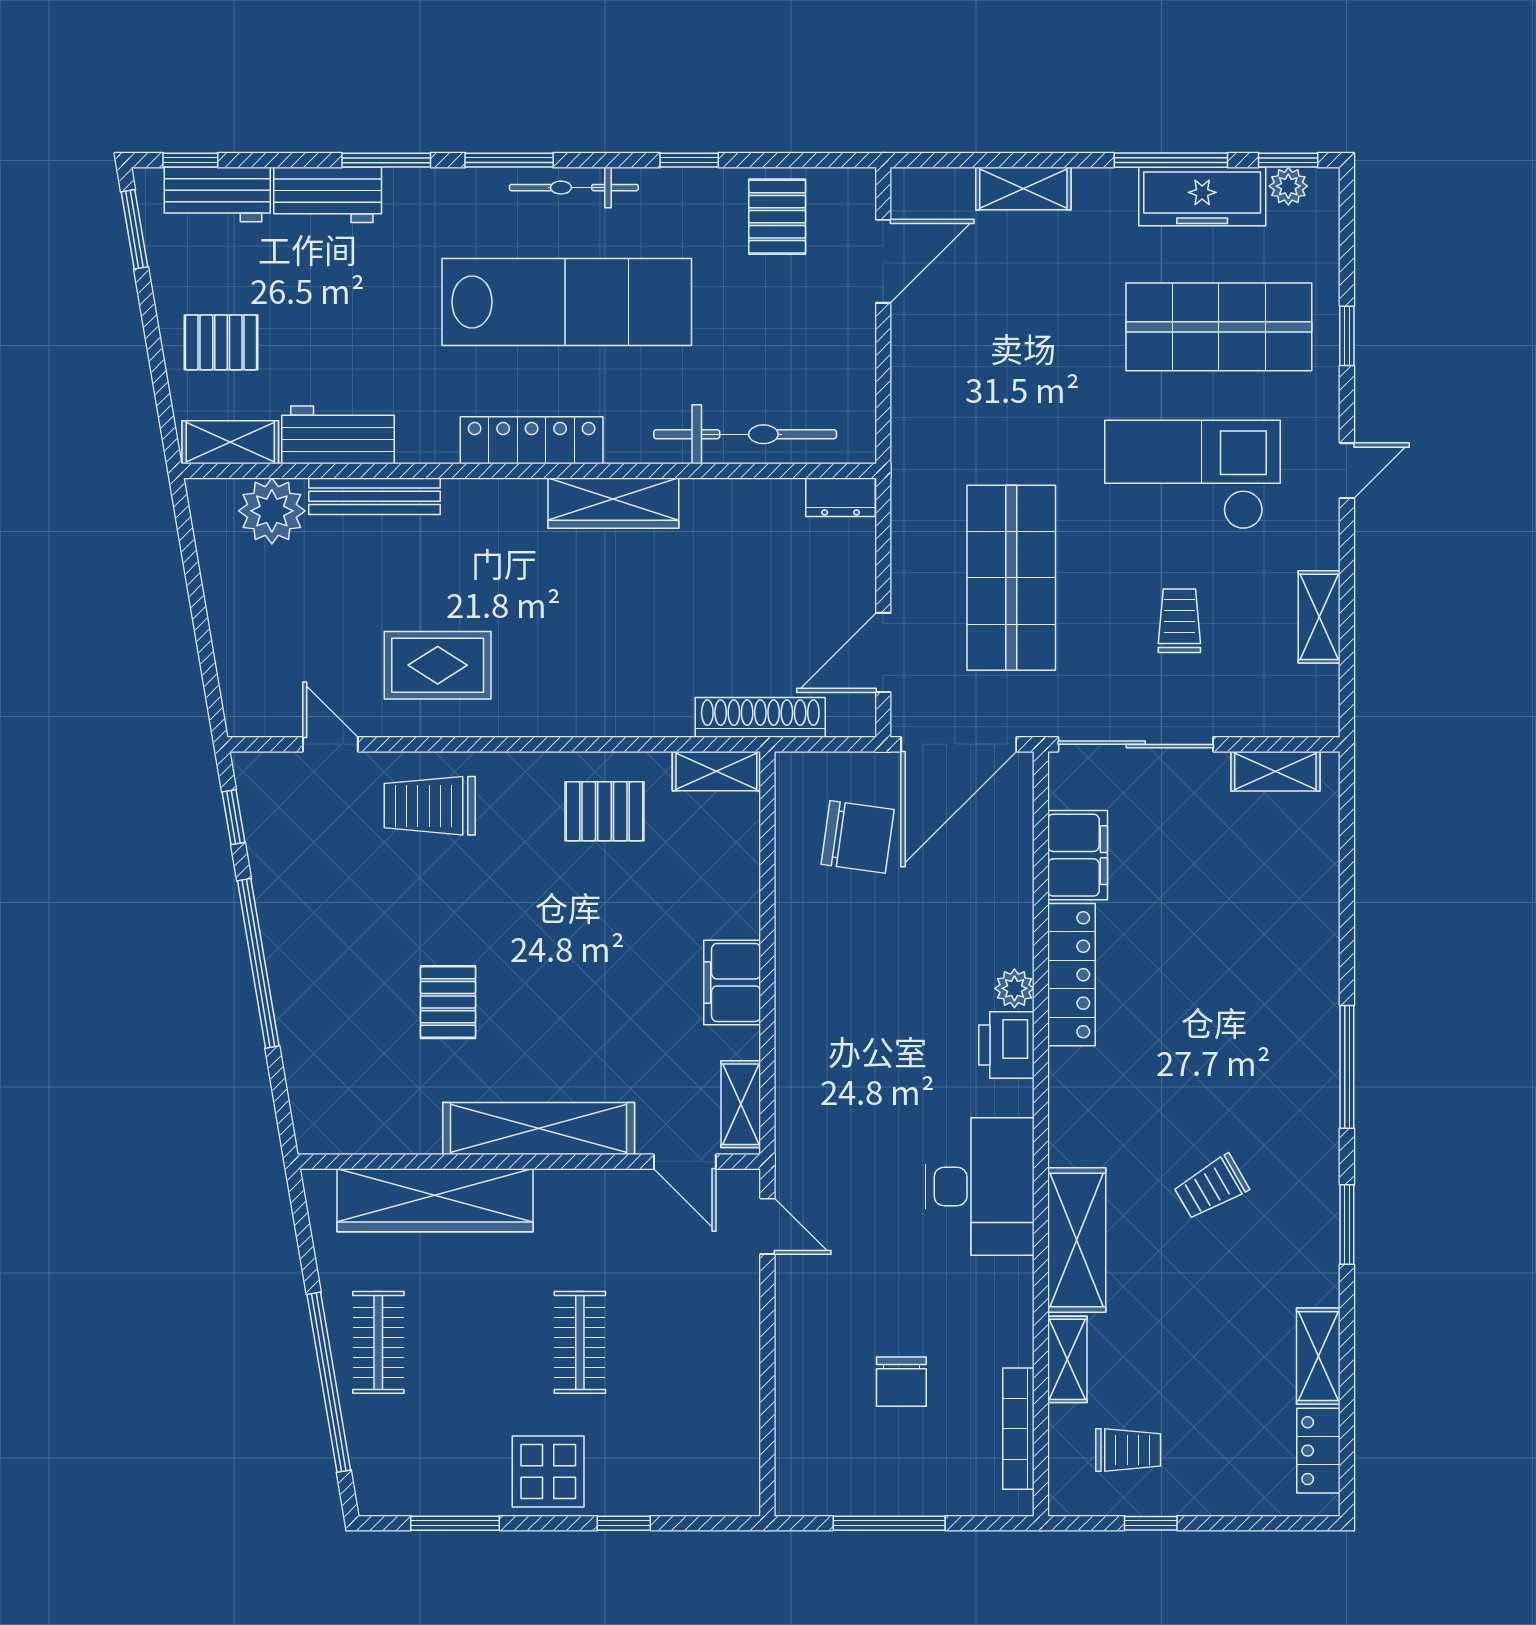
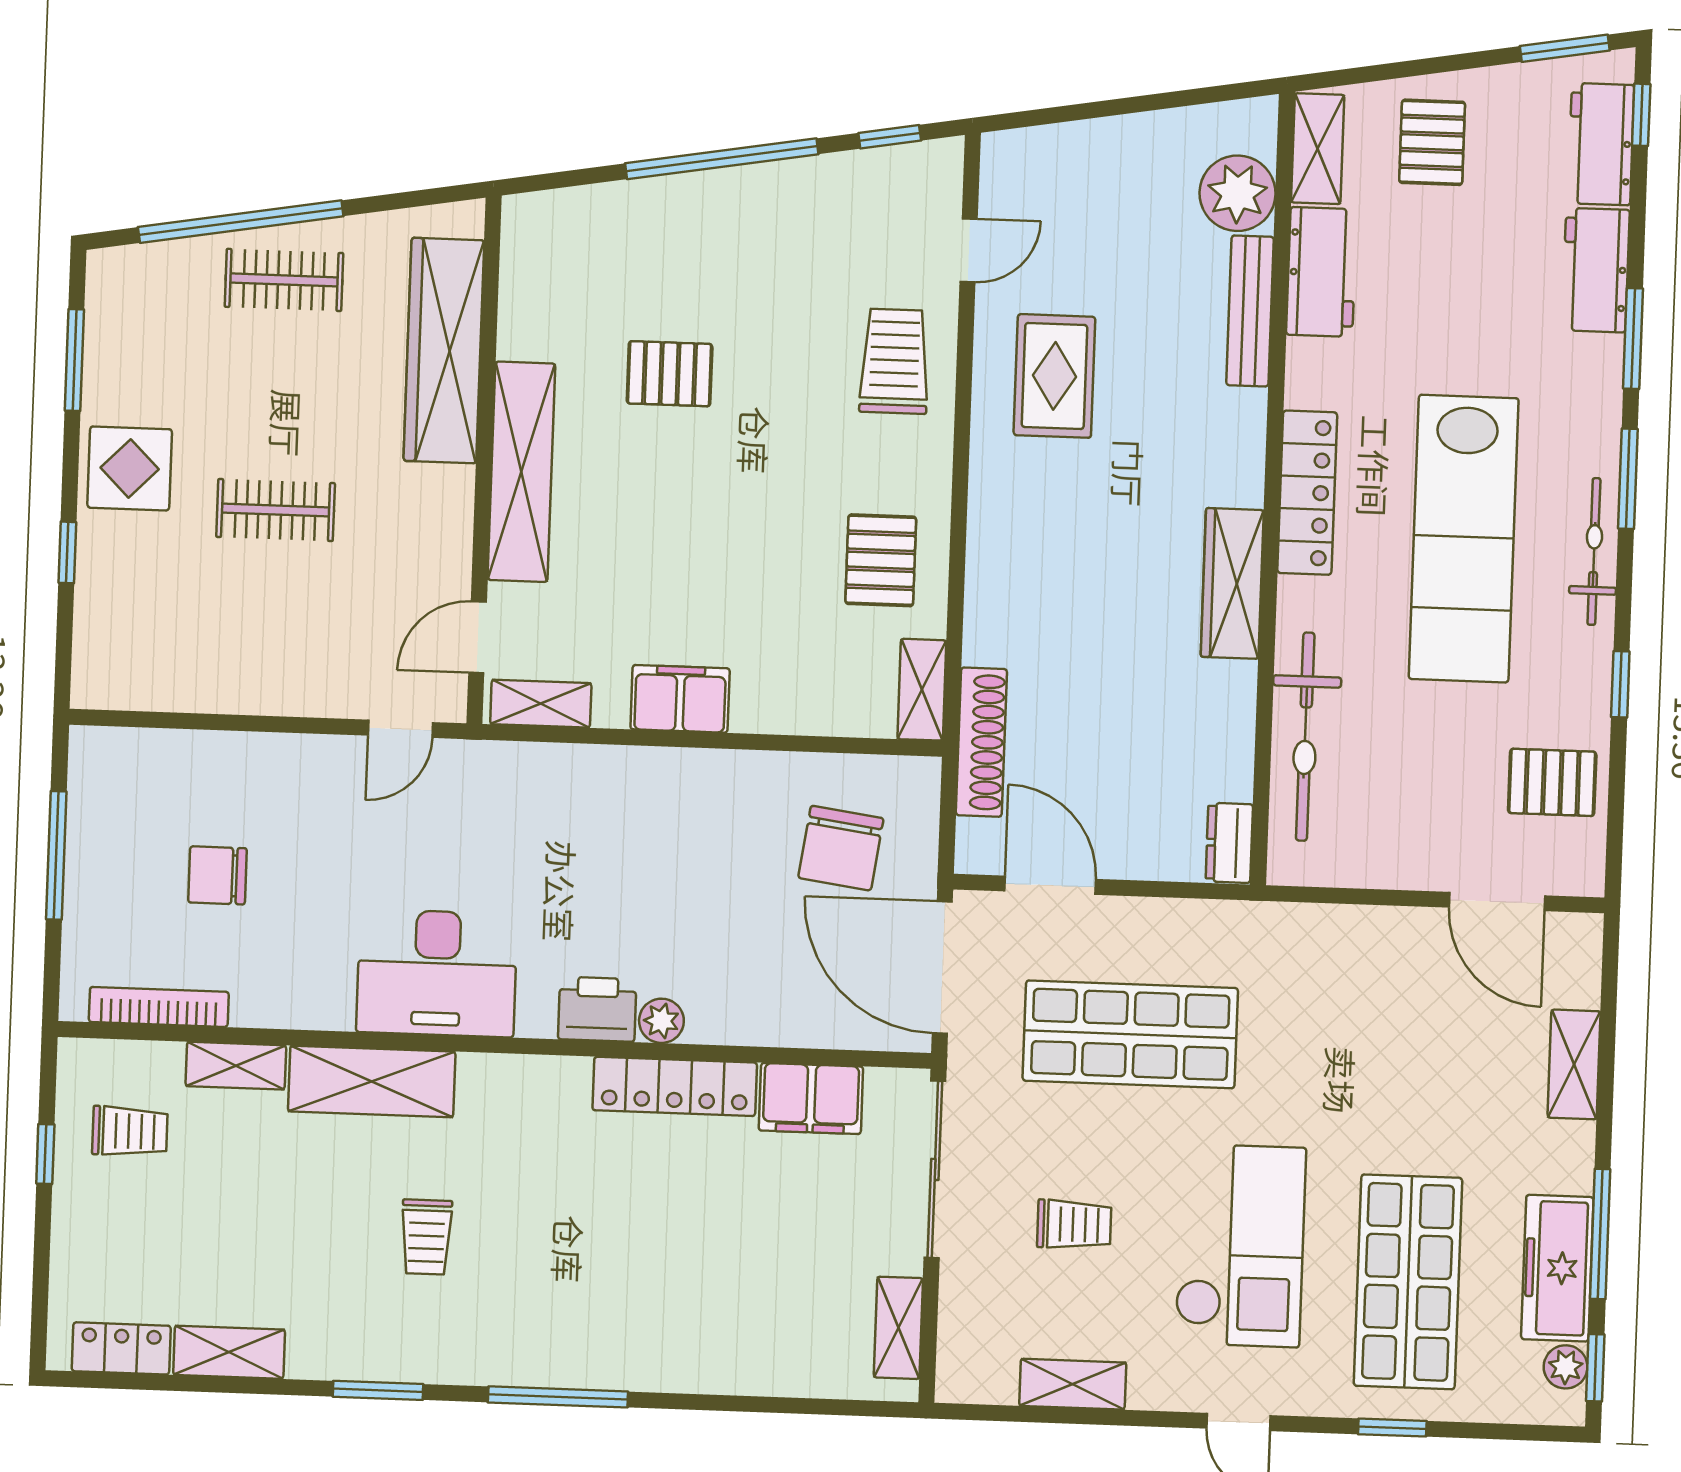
trolley: (1211, 1187) -> (426, 1237), turned -150
trolley: (1128, 1450) -> (130, 1131), turned -90

